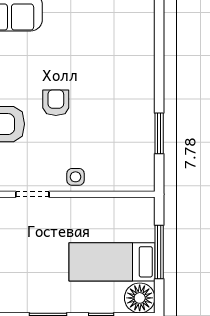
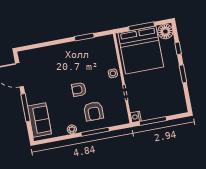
bed: (112, 262) -> (141, 50), width x2.04

